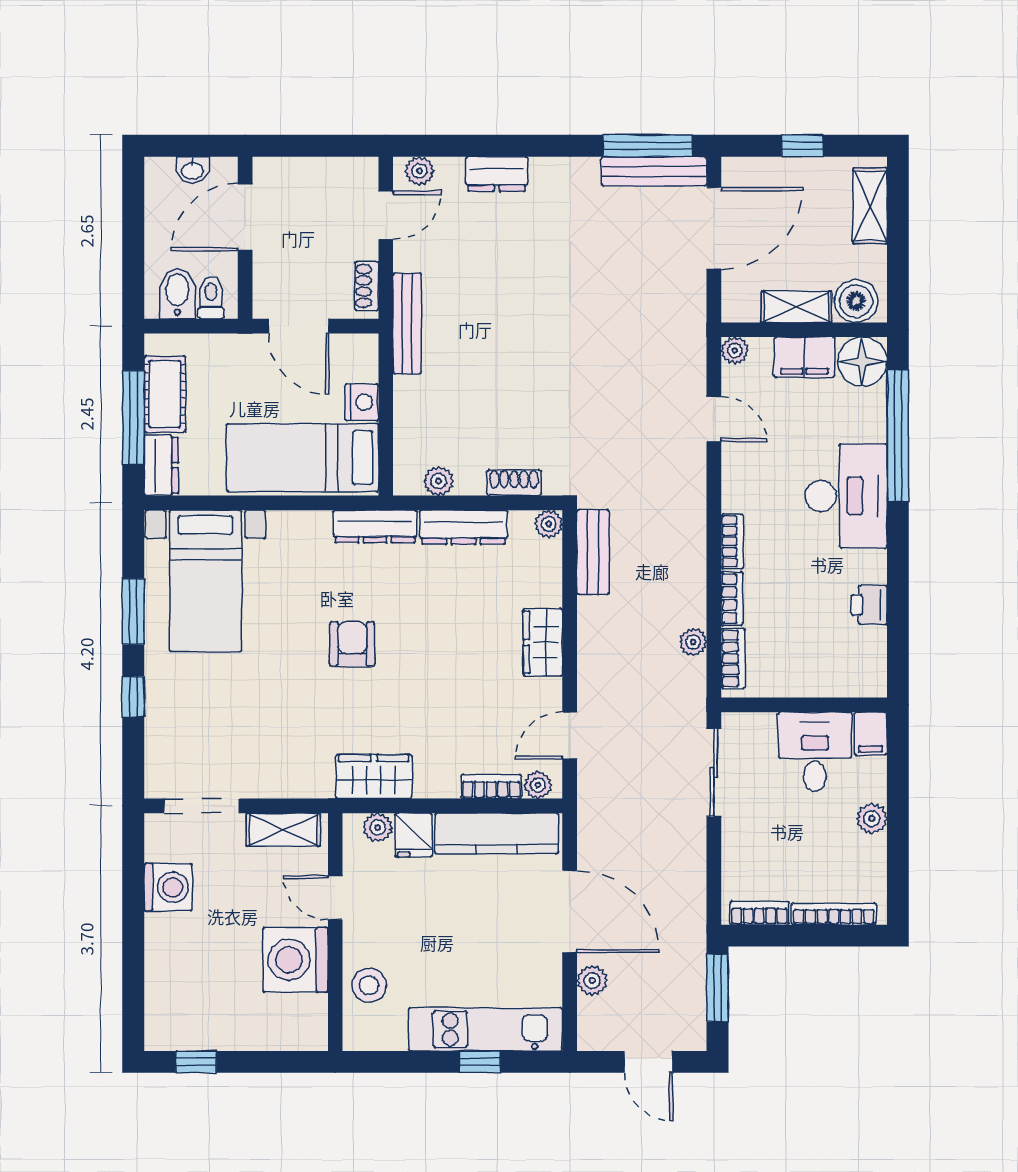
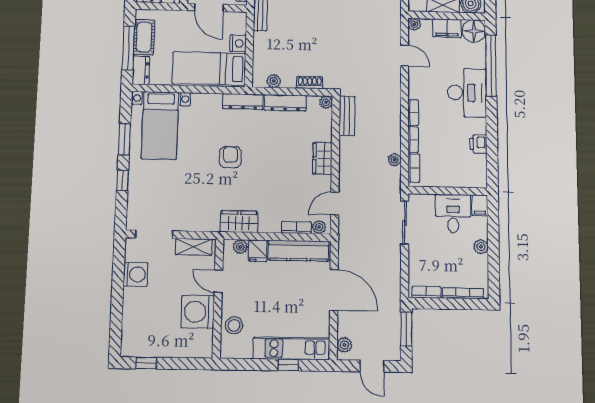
plant: (592, 981) -> (344, 345), moved

